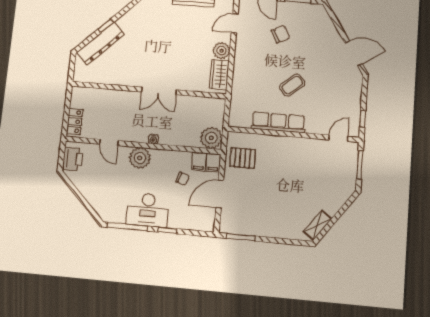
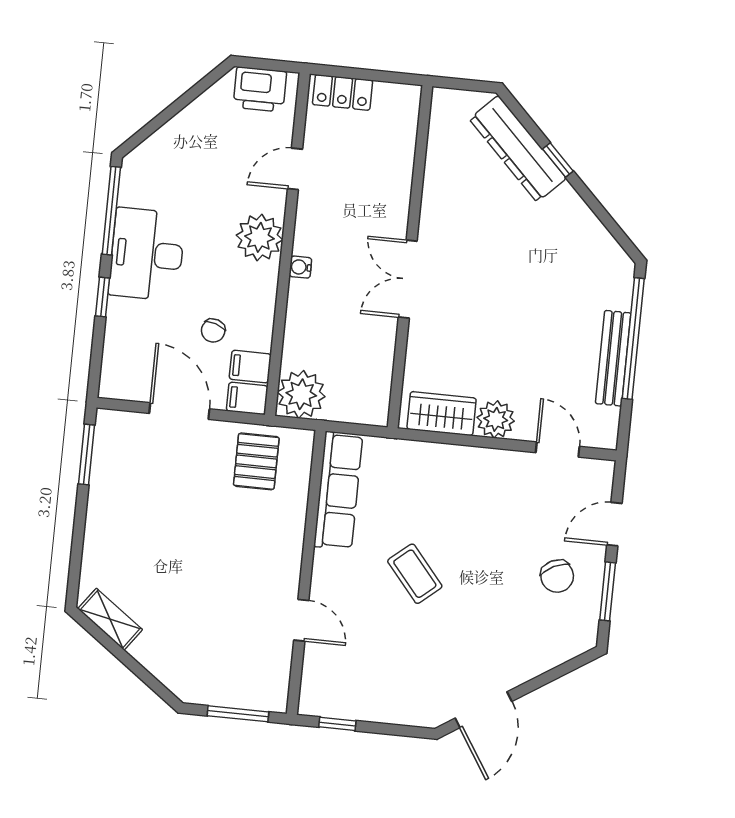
chair: (281, 34) -> (557, 576), moved
row of seats: (278, 122) -> (338, 491), moved
door: (338, 138) -> (301, 620), moved

